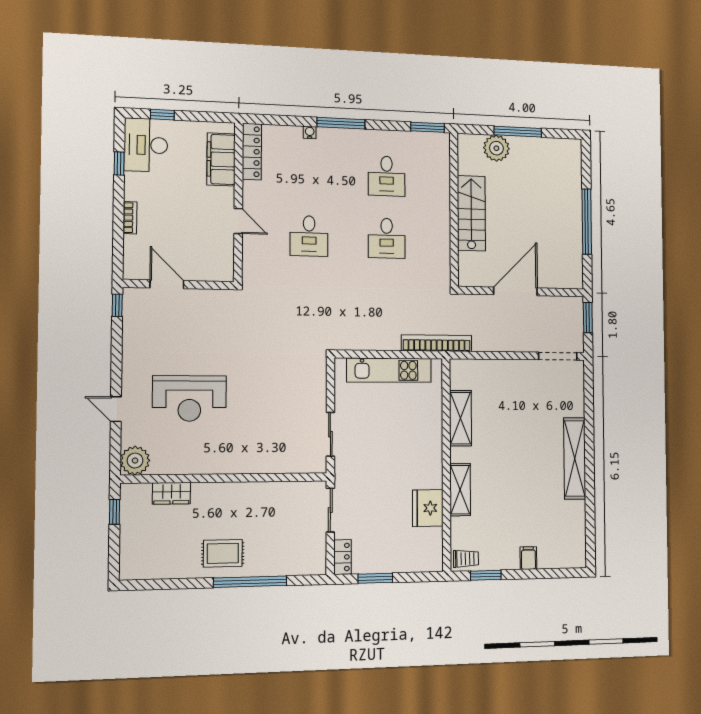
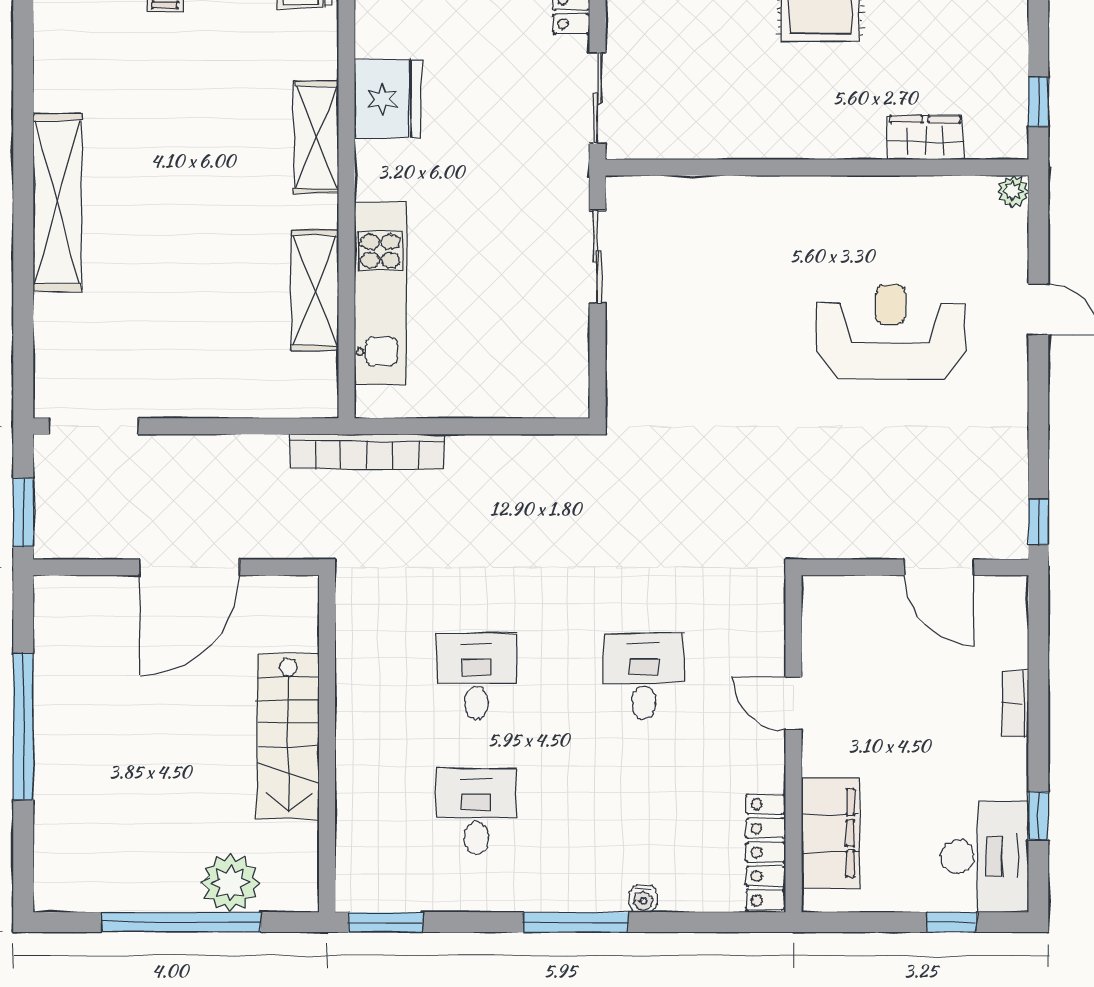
window: (518, 132) -> (181, 922), width x1.46
kitchen unit: (389, 370) -> (380, 293), moved, turned 90
plant: (135, 461) -> (1013, 191), width x0.53, depth x0.53

